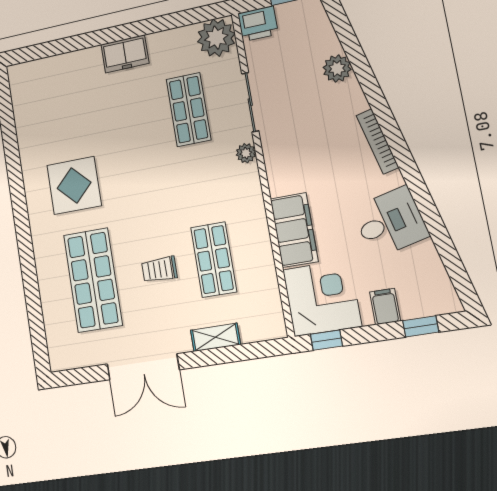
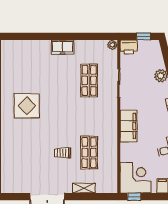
plant: (216, 38) -> (112, 45), width x0.53, depth x0.53
plant: (246, 153) -> (113, 106), removed
filing cabinet: (294, 230) -> (129, 126), moved
shop shelf: (93, 280) -> (29, 153), removed

